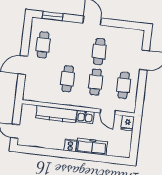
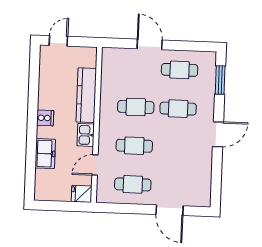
cafe table: (99, 51) -> (178, 109), moved
freezer: (92, 147) -> (45, 154), width x0.71

